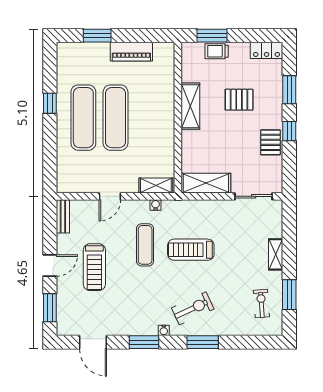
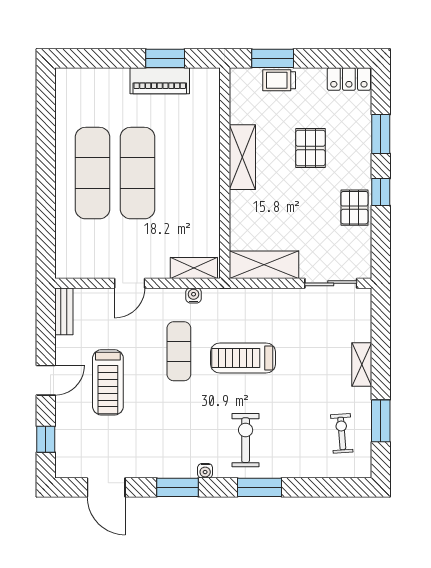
window: (97, 36) -> (165, 58), moved
pallet: (239, 100) -> (310, 148), turned 90
window: (50, 103) -> (46, 153), removed
window: (50, 308) -> (46, 439), width x0.67
exercise bike: (193, 308) -> (246, 440), turned -65

